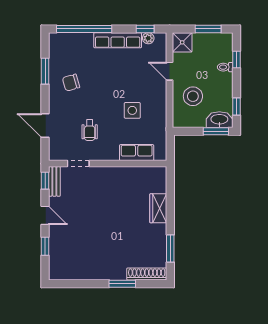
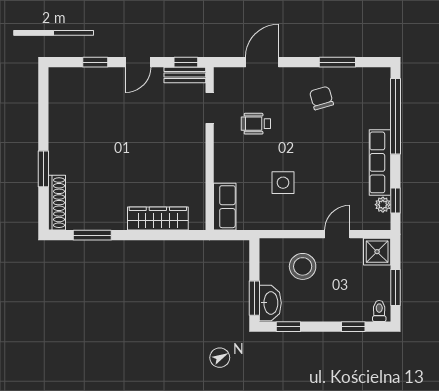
toilet: (225, 67) -> (379, 311), moved
row of seats: (137, 153) -> (225, 207), moved
wardrobe: (158, 208) -> (158, 219), width x1.50

